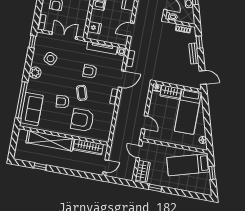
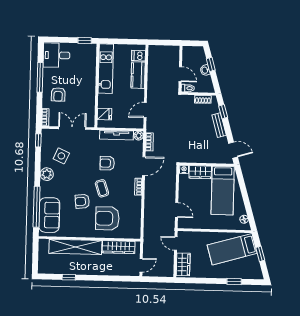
window: (155, 188) -> (234, 282), moved

